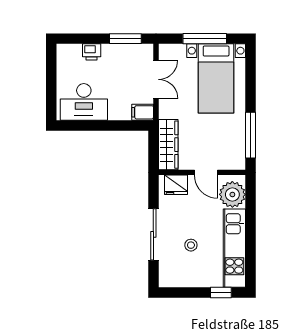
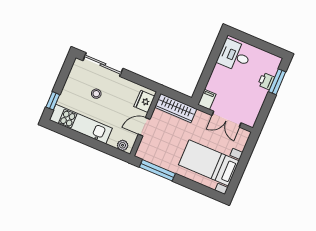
window: (125, 39) -> (277, 82), moved
window: (205, 39) -> (241, 167), removed
desk: (84, 102) -> (234, 56), width x0.73
plant: (232, 194) -> (123, 145), width x0.53, depth x0.53
sliding door: (153, 234) -> (103, 65), moved

